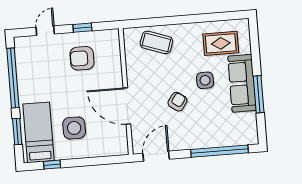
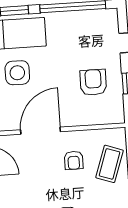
armchair: (177, 102) -> (74, 160), moved, turned 55

